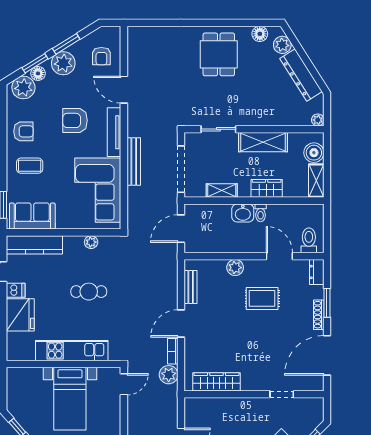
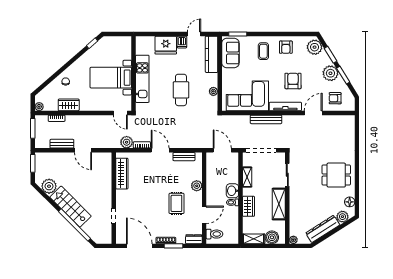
floor lamp: (38, 73) -> (324, 57), removed
cafe table: (89, 292) -> (181, 90), width x1.37, depth x1.35

